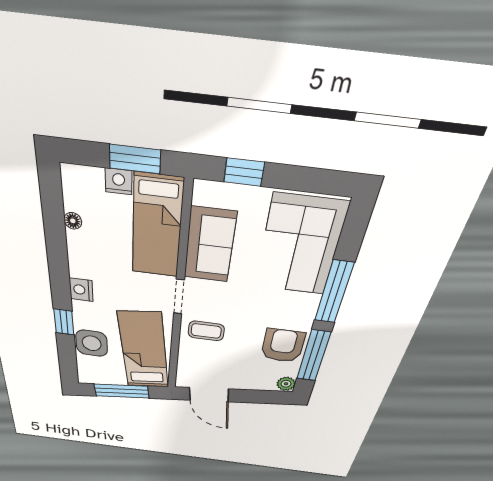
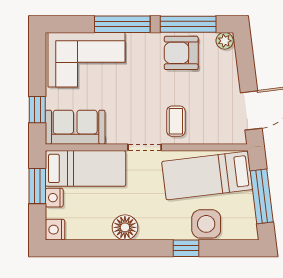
floor lamp: (73, 221) -> (125, 227), moved, width x1.89, depth x1.89
sofa: (210, 245) -> (75, 127), moved
nightstand: (81, 290) -> (55, 230), moved, turned 90

